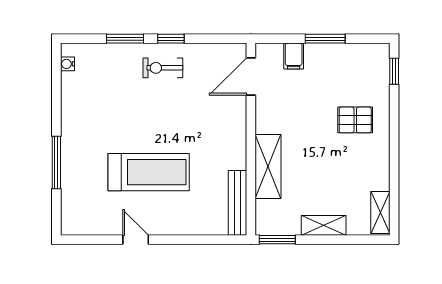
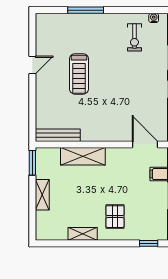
exercise bike: (163, 68) -> (134, 37), moved, turned 180
treadmill: (149, 172) -> (79, 74), width x0.73, depth x0.73
shelving: (380, 213) -> (83, 234), moved

